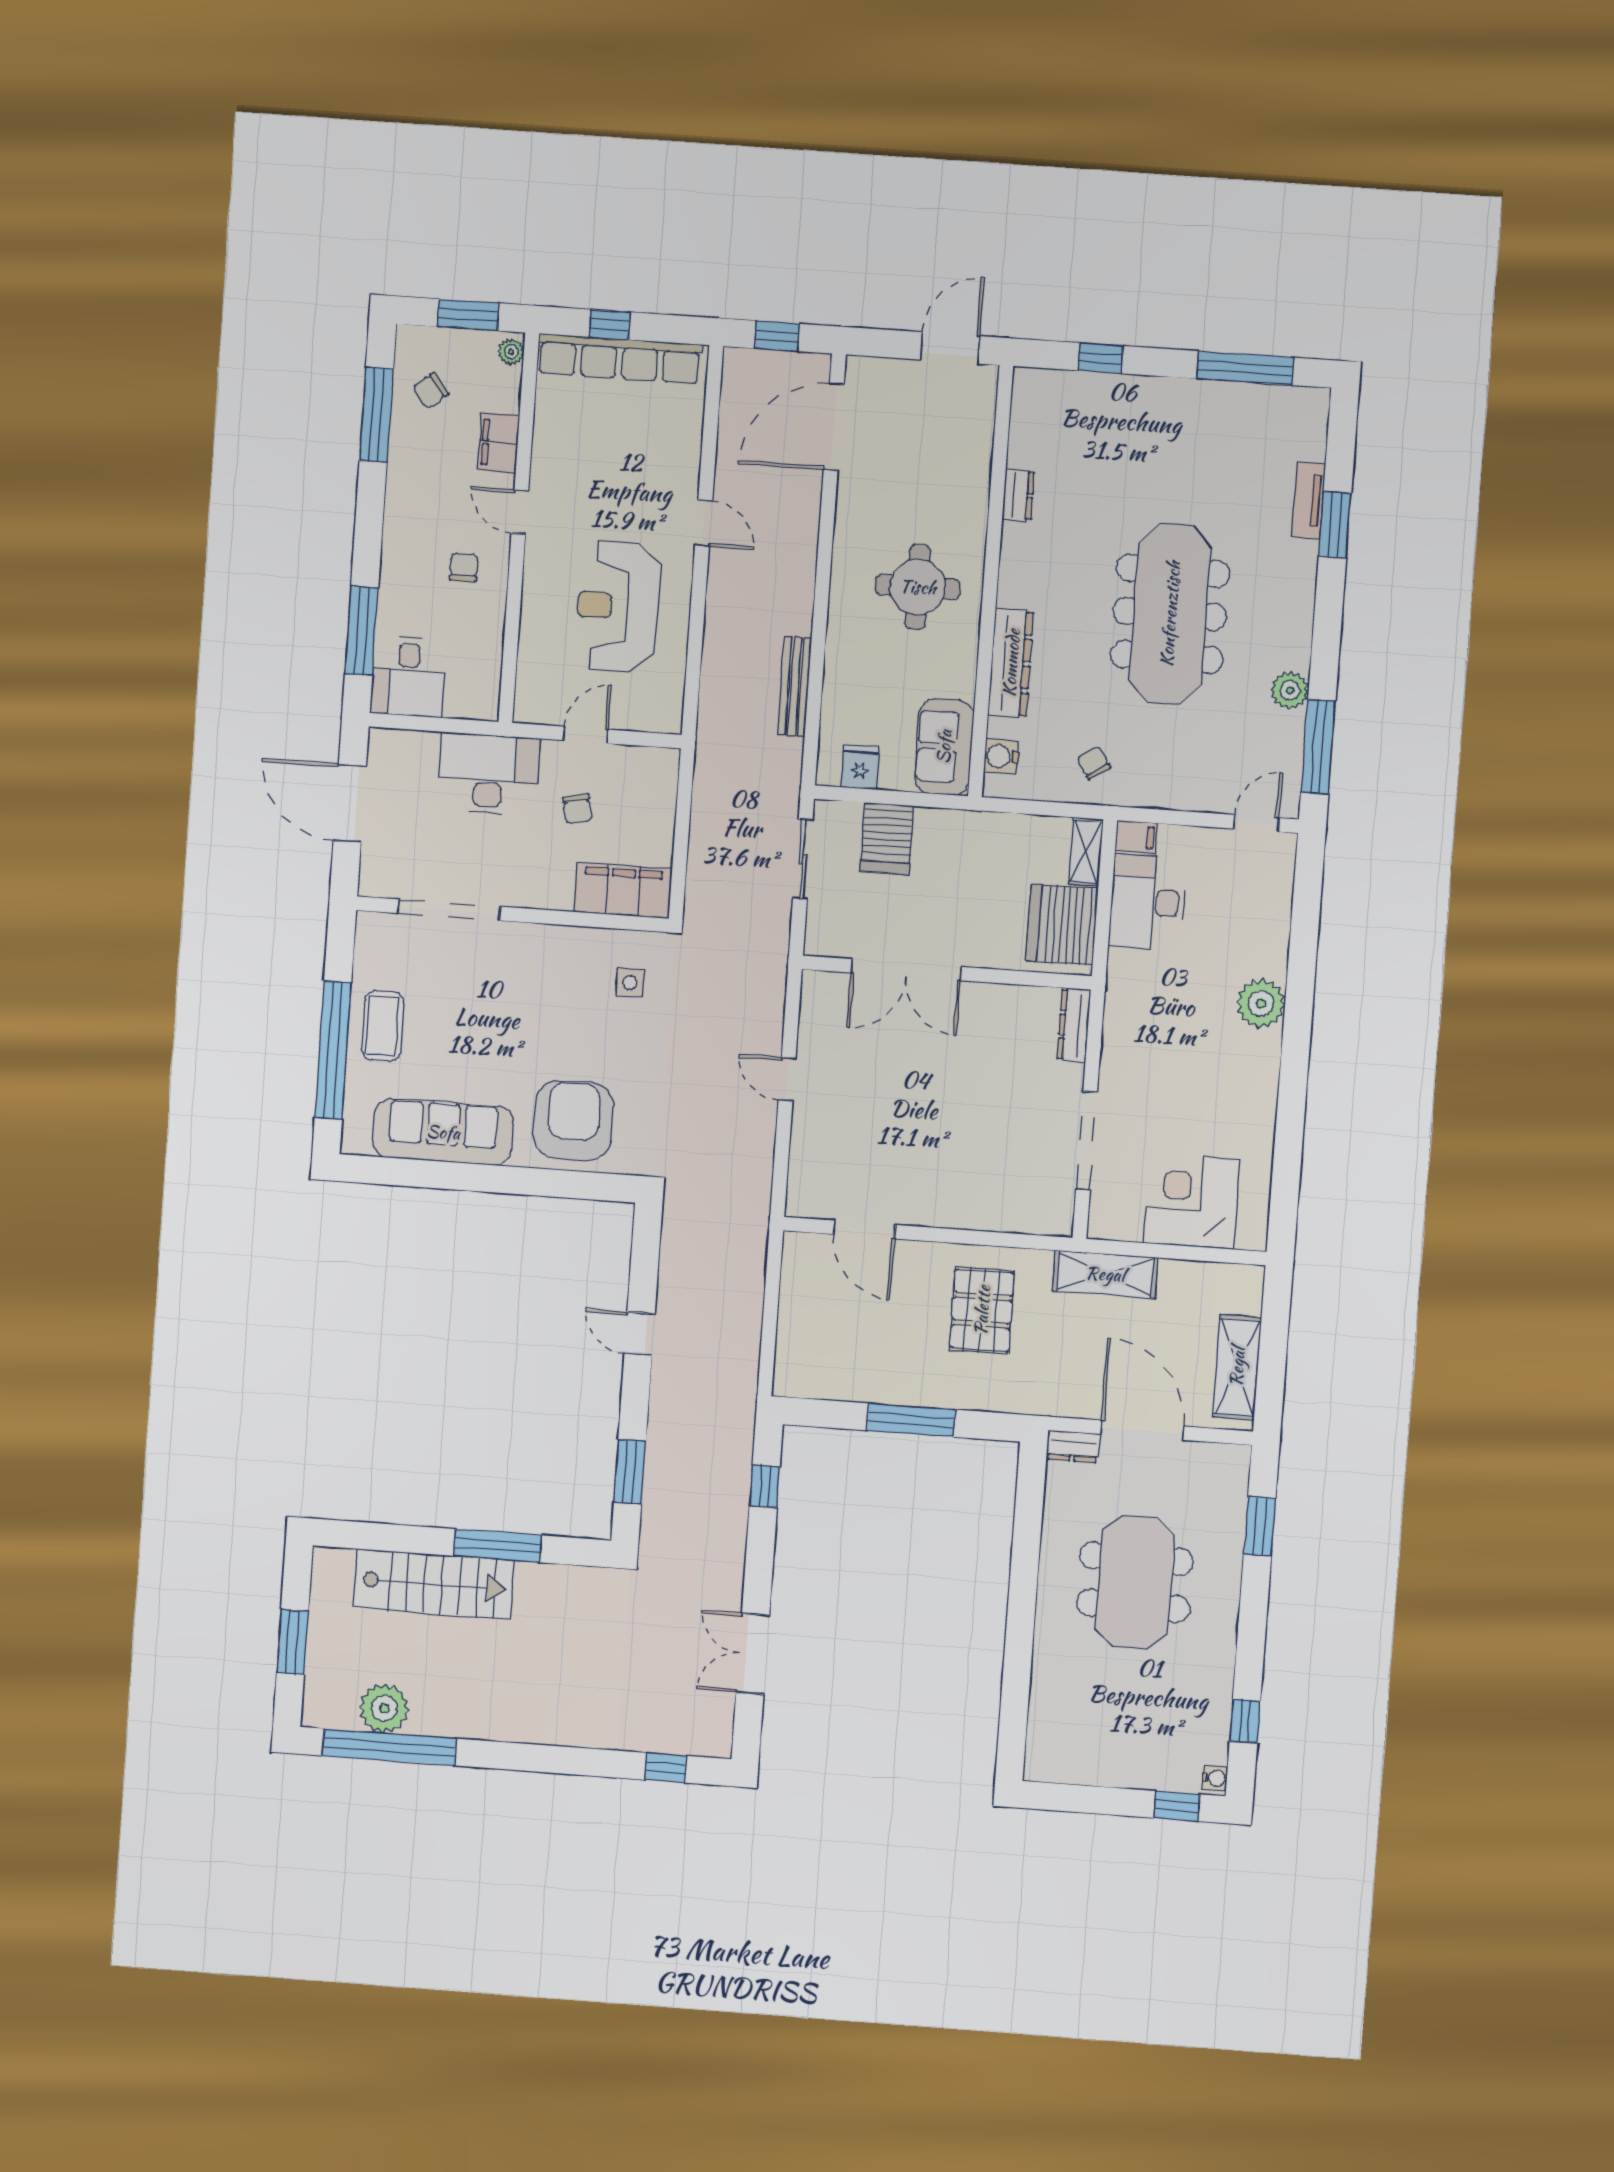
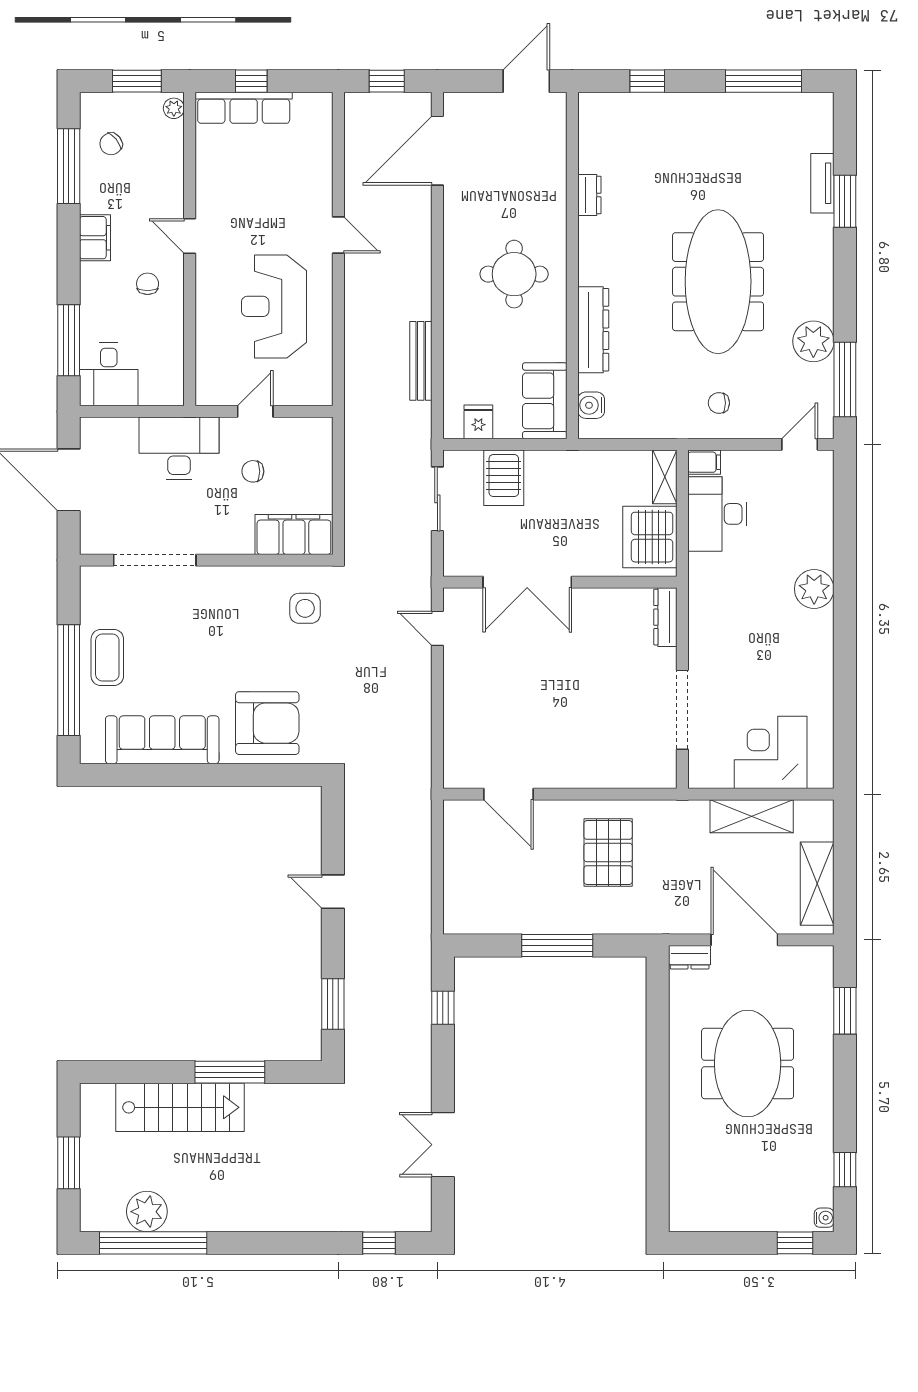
row of seats: (620, 359) -> (244, 108), width x0.73
filing cabinet: (499, 443) -> (95, 238), moved, turned 180
plant: (1290, 690) -> (813, 341), width x1.36, depth x1.36
chair: (1094, 763) -> (719, 403), moved, turned -57
chair: (578, 809) -> (253, 471), turned 102
side table: (630, 983) -> (305, 608), width x1.37, depth x1.37
door: (787, 1079) -> (437, 628), moved
armchair: (574, 1121) -> (267, 723), turned 90
shelving: (1105, 1274) -> (752, 816), moved

